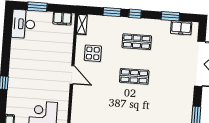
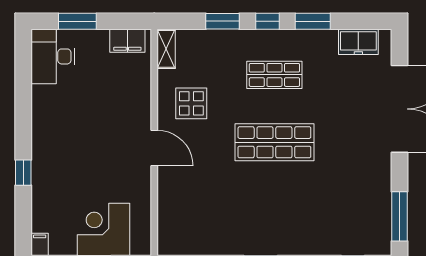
window: (170, 16) -> (313, 21), moved
shop shelf: (134, 76) -> (274, 142), width x1.43, depth x1.36

